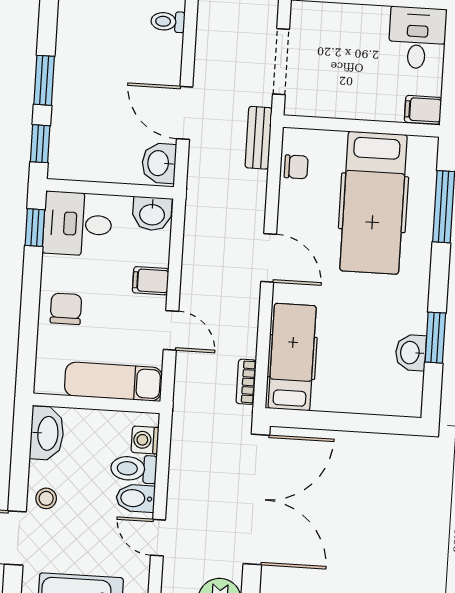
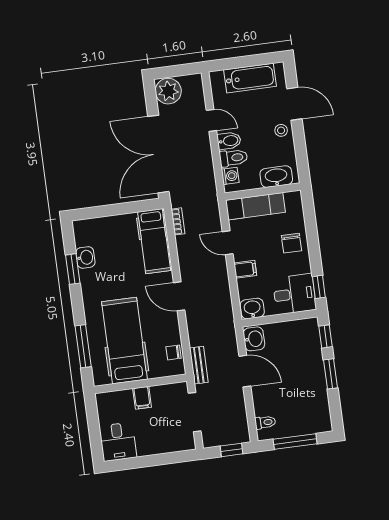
filing cabinet: (423, 110) -> (142, 398), moved, turned 90
washbasin: (47, 433) -> (276, 177), moved, turned 90

